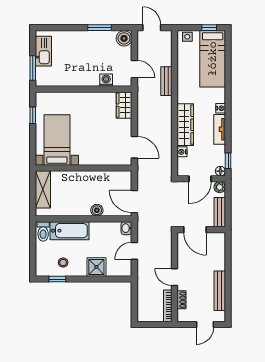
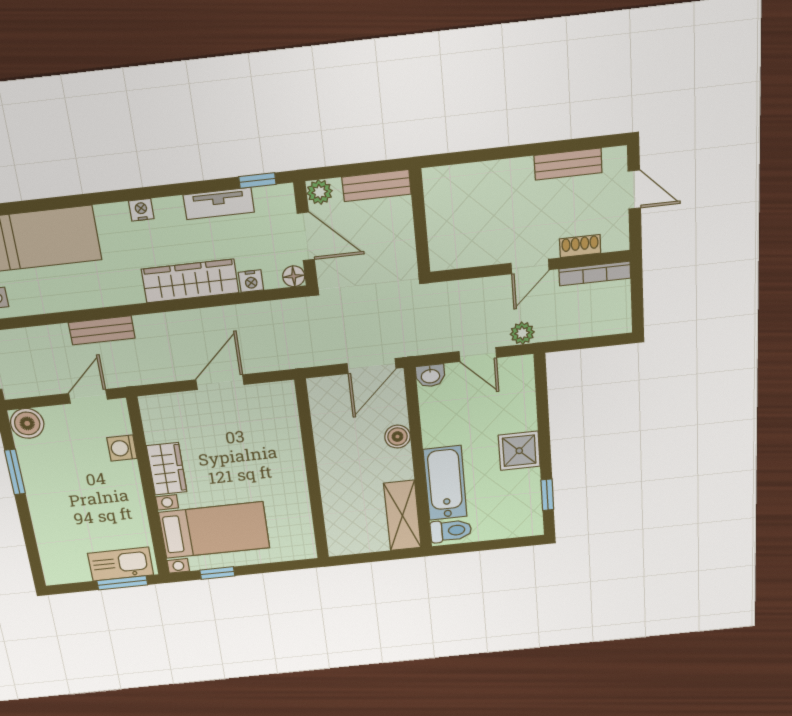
kitchen sink: (43, 51) -> (121, 564), moved
wardrobe: (124, 105) -> (167, 469), moved, turned -90
tv unit: (220, 129) -> (219, 204), moved
bed with nightstands: (57, 140) -> (214, 530), moved, turned 180
door: (134, 147) -> (220, 382), moved
floor lamp: (220, 171) -> (294, 276), moved
shelving: (43, 189) -> (402, 516), moved, turned 90
door: (195, 230) -> (421, 235), removed
stool: (63, 262) -> (512, 488), removed
shower: (96, 267) -> (519, 451), moved
plant: (143, 272) -> (522, 333), added
bench: (220, 291) -> (568, 164), width x0.73

